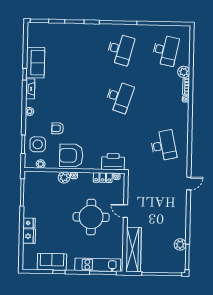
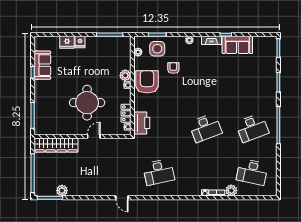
desk: (120, 49) -> (252, 128), turned -36
desk: (119, 97) -> (205, 128), turned -39
kitchen unit: (98, 265) -> (40, 110), removed

